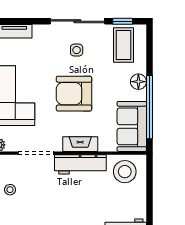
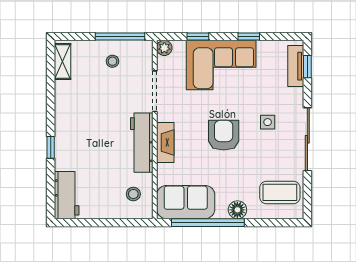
window: (123, 21) -> (307, 67), moved
side table: (77, 50) -> (268, 122), moved
armchair: (74, 94) -> (224, 135), width x0.73, depth x0.73
stool: (125, 172) -> (133, 194), width x0.53, depth x0.53

